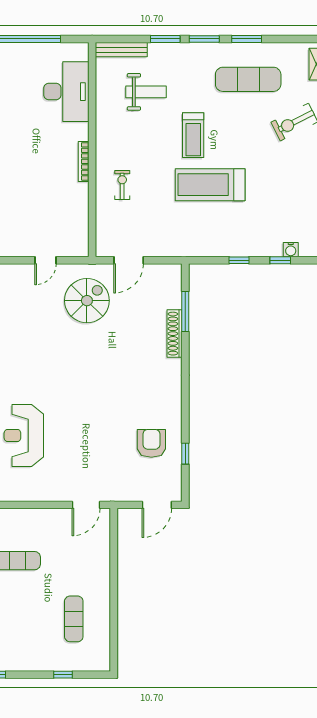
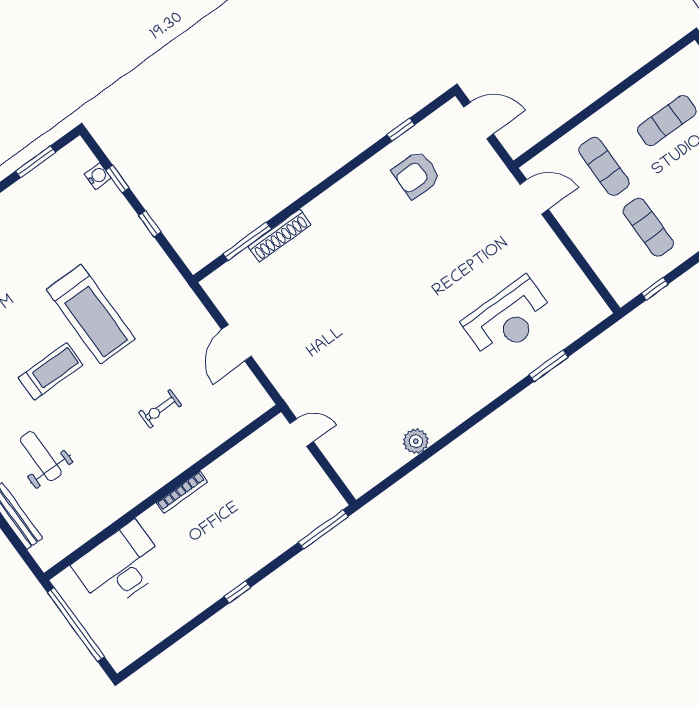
desk: (66, 92) -> (120, 566), moved
wall: (92, 150) -> (163, 492), moved
bookcase: (84, 161) -> (182, 492), moved
door: (129, 260) -> (237, 343), swing flipped
spiral stairs: (87, 301) -> (313, 356), removed
exercise mat: (74, 561) -> (604, 166), added

